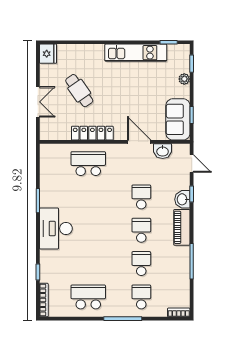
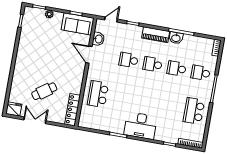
kitchen unit: (136, 53) -> (24, 46), removed
double door: (38, 102) -> (35, 120), moved
locker: (92, 133) -> (73, 110), moved
door: (139, 142) -> (89, 55), hinge flipped
washbasin: (182, 199) -> (176, 38), moved

